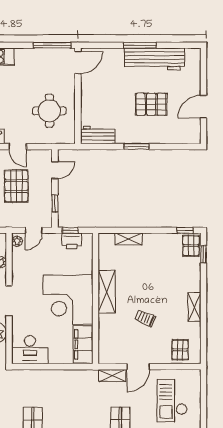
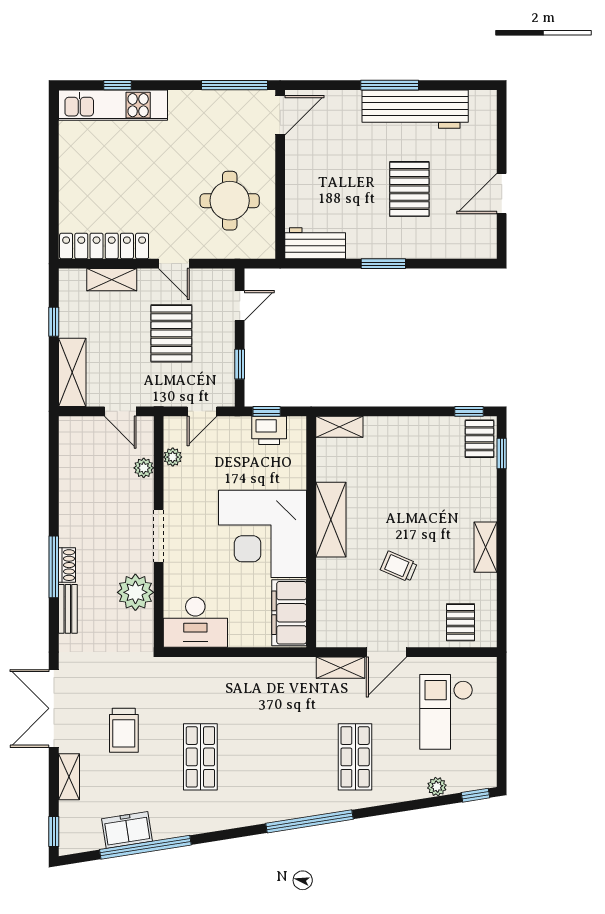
pallet: (151, 104) -> (409, 189), turned 90
shelving: (129, 239) -> (339, 427), moved
plant: (17, 241) -> (173, 457), moved

